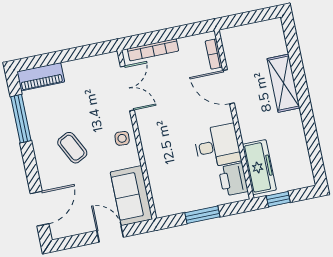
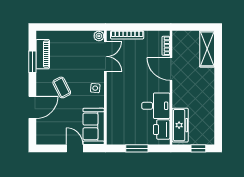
plant: (112, 60) -> (99, 36), added
piano: (41, 77) -> (43, 54), moved, turned -90
shelving: (283, 83) -> (207, 49), moved
window: (21, 119) -> (32, 62), width x0.69
window: (278, 199) -> (198, 148), moved
door: (39, 209) -> (32, 107), moved

